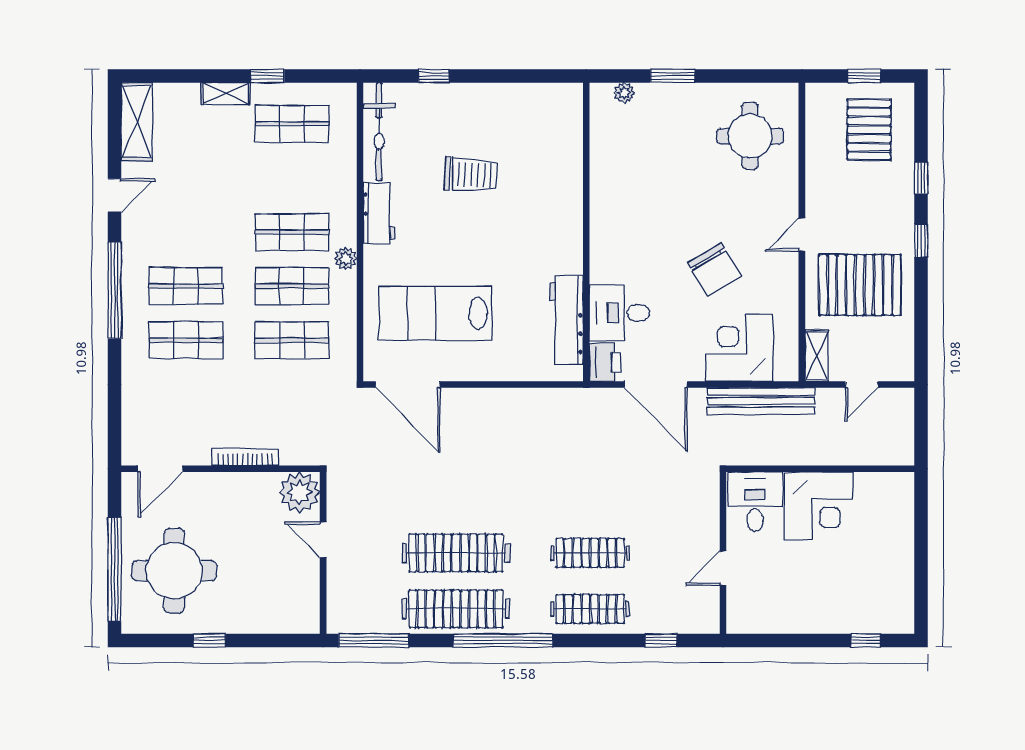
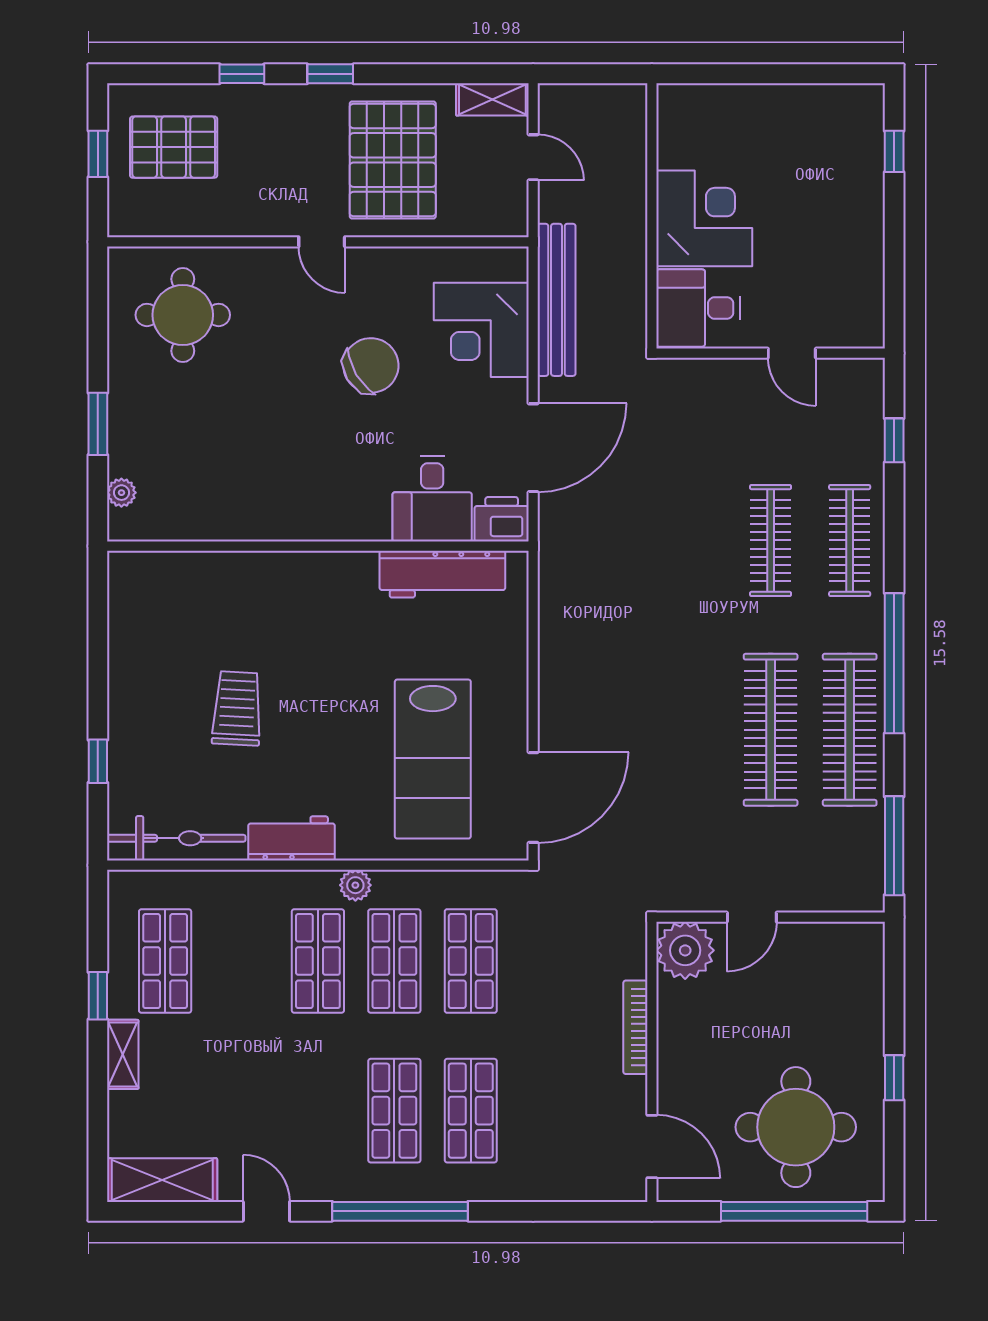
shelving: (817, 356) -> (492, 99), moved

